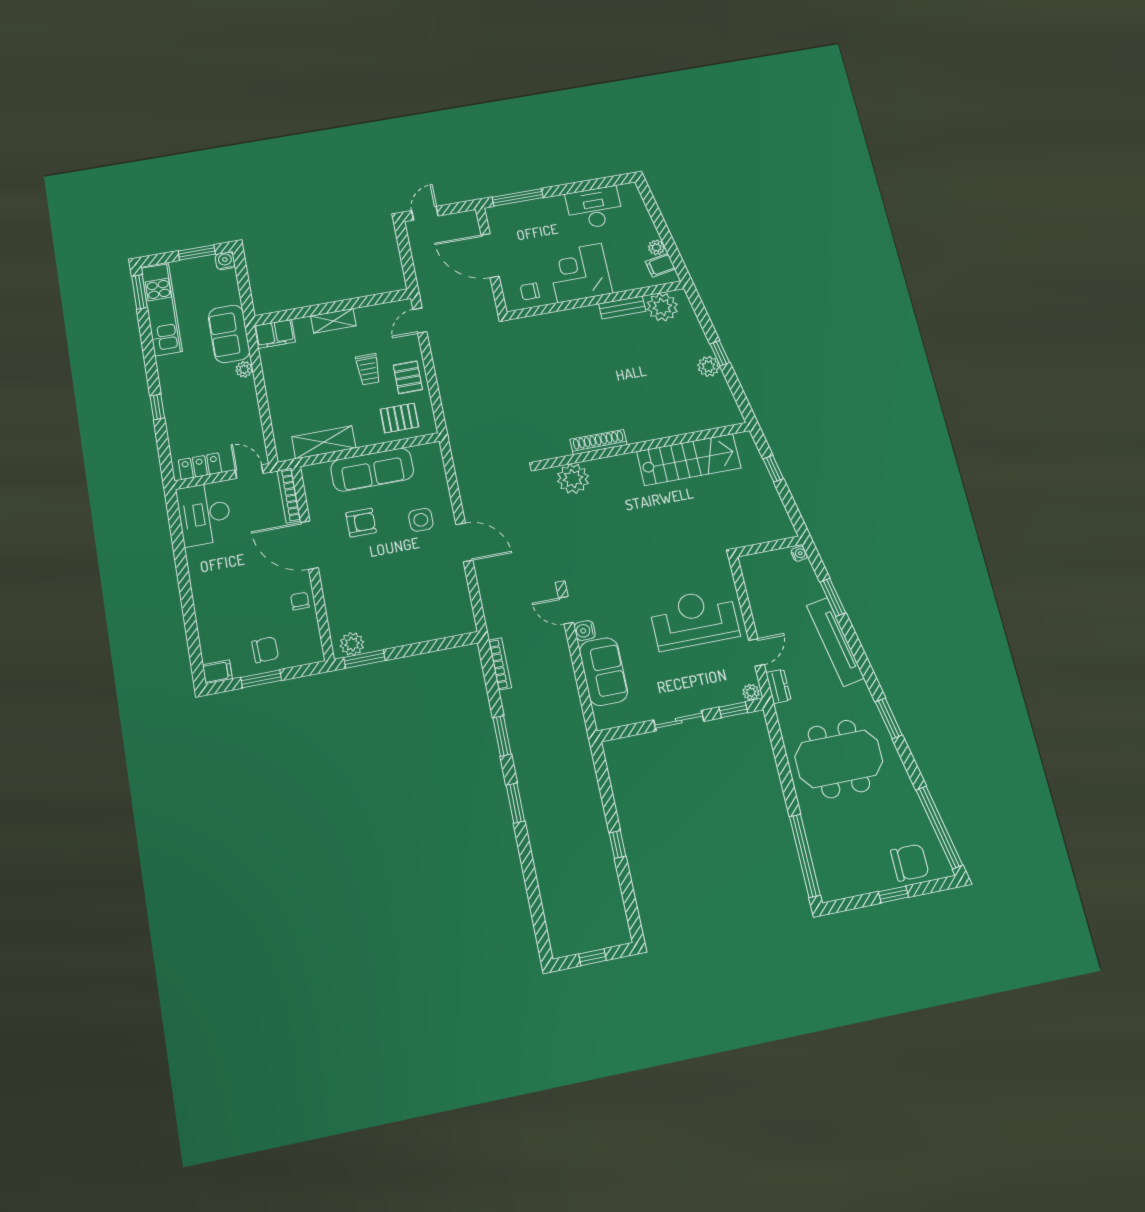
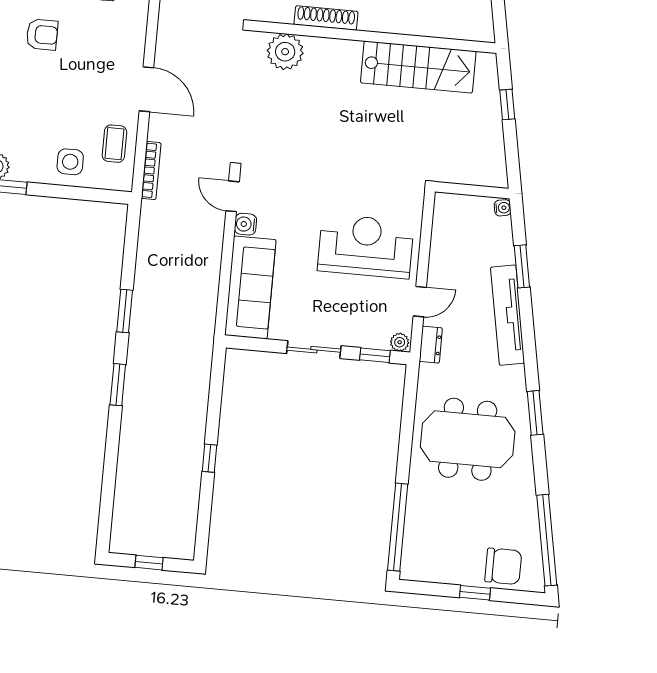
side table: (421, 520) -> (70, 162), moved
coffee table: (450, 595) -> (114, 144), added
bookcase: (500, 664) -> (151, 171), moved
sofa: (603, 672) -> (250, 287), width x1.36

